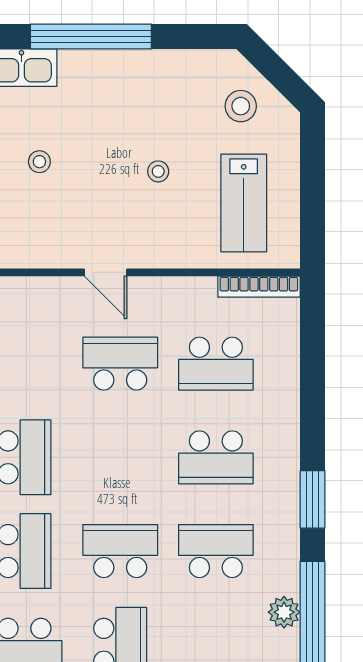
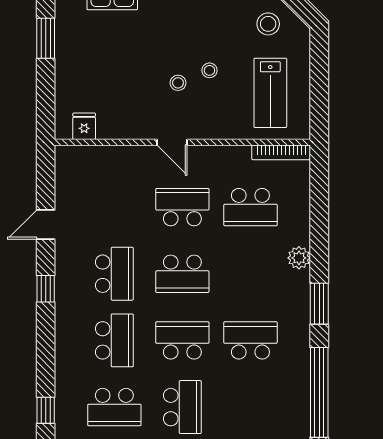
stool: (39, 162) -> (178, 83), moved
school desk: (216, 457) -> (182, 274), moved
plant: (284, 612) -> (299, 258), moved

